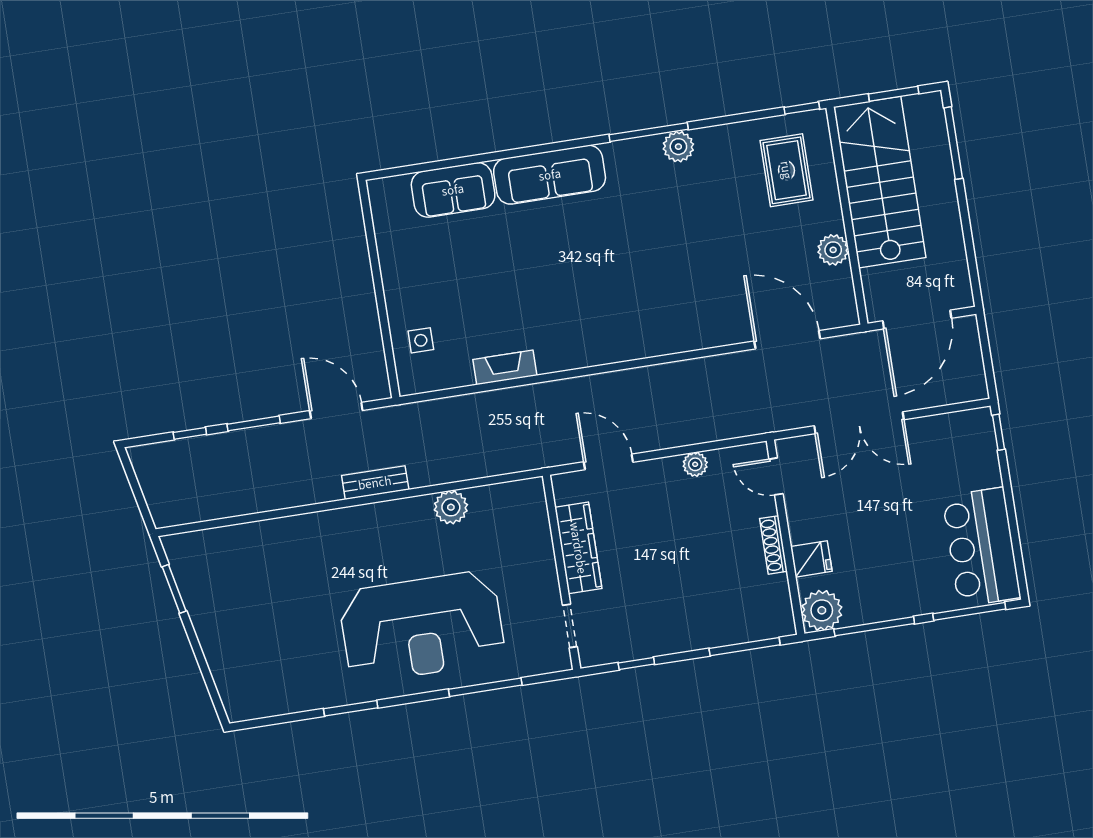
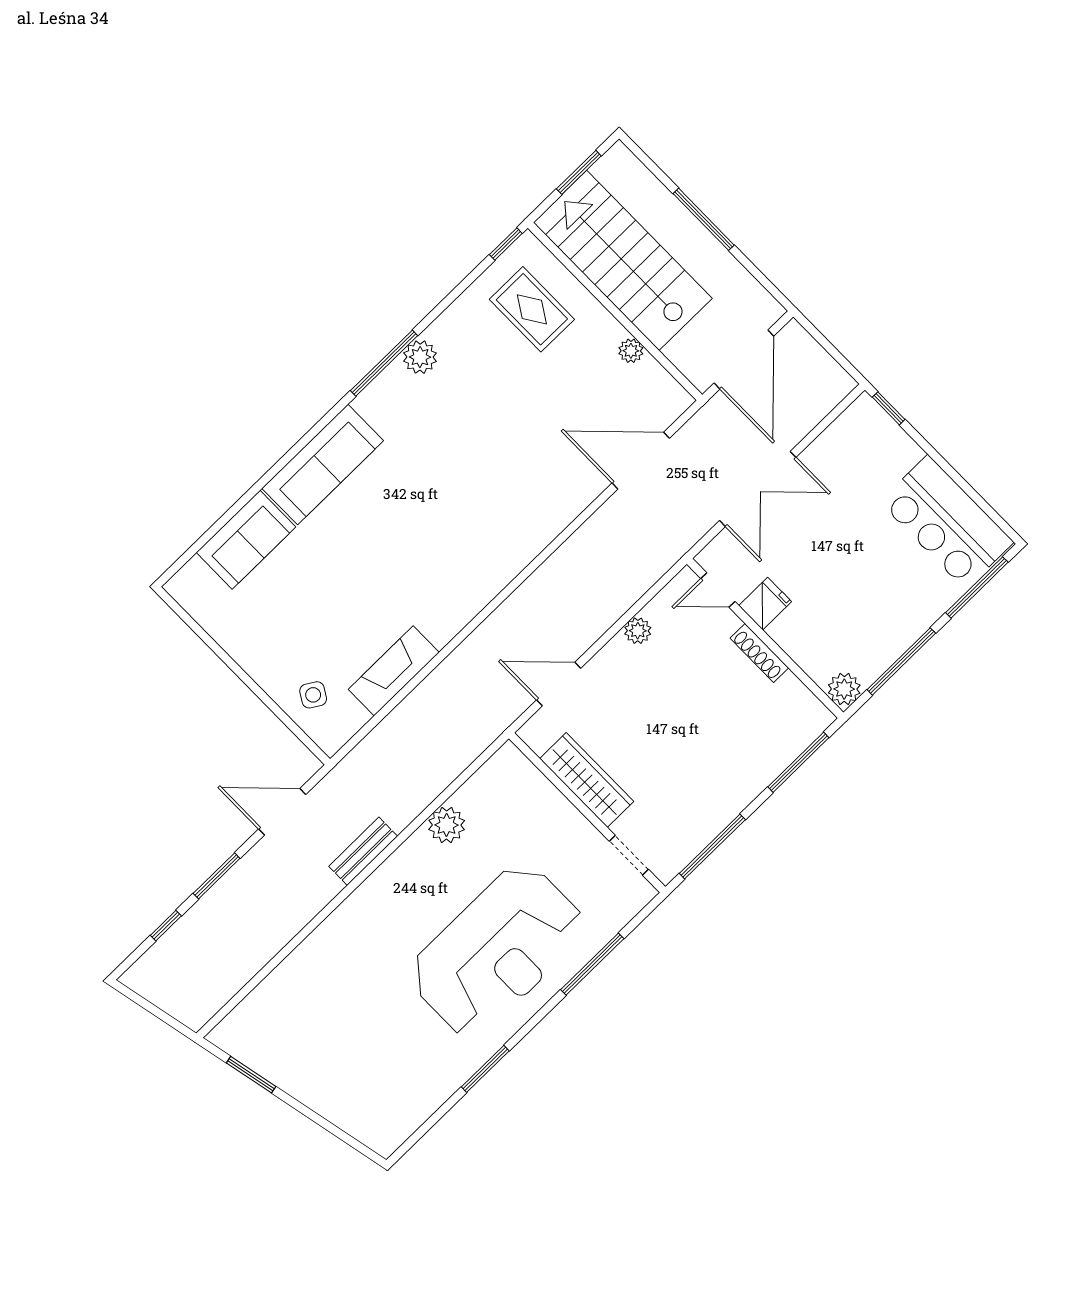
window: (953, 143) -> (704, 219), moved
plant: (833, 250) -> (631, 351), width x0.73, depth x0.73
side table: (421, 340) -> (313, 695), turned 31
fireplace: (505, 367) -> (394, 671), width x1.37, depth x1.32
fridge: (811, 559) -> (765, 604), moved
plant: (822, 610) -> (844, 689), width x0.73, depth x0.73
window: (636, 664) -> (712, 847), width x2.17

